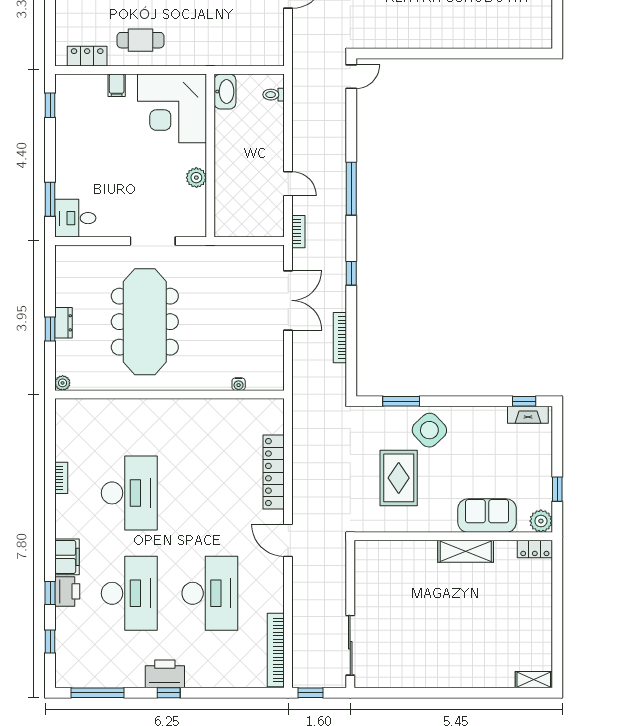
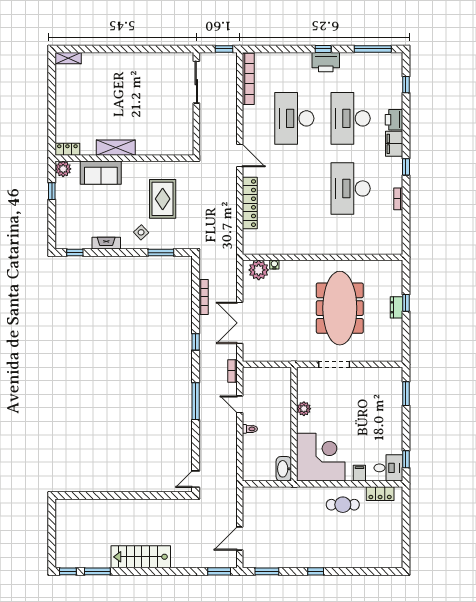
toilet: (274, 95) -> (250, 429), moved
desk: (75, 218) -> (388, 468), moved
plant: (63, 383) -> (259, 270), moved, width x1.88, depth x1.88
fireplace: (528, 415) -> (106, 243), moved
side table: (429, 430) -> (141, 232), width x0.54, depth x0.54
window: (50, 593) -> (406, 167), moved

